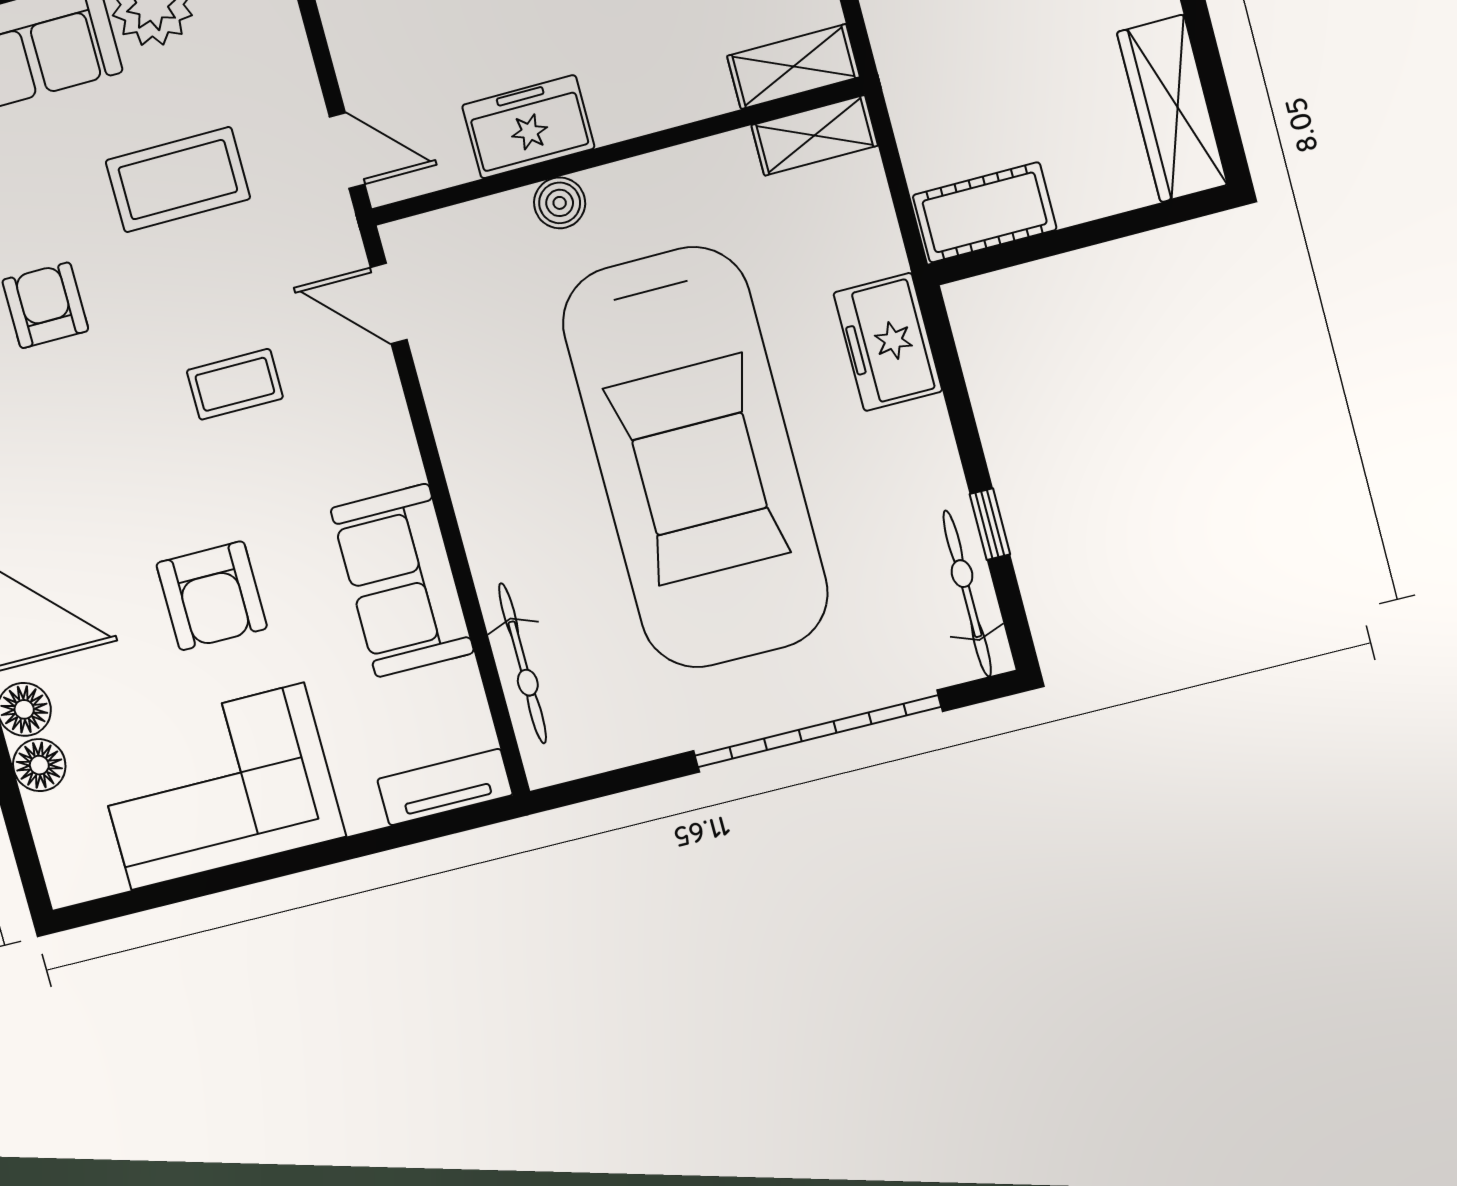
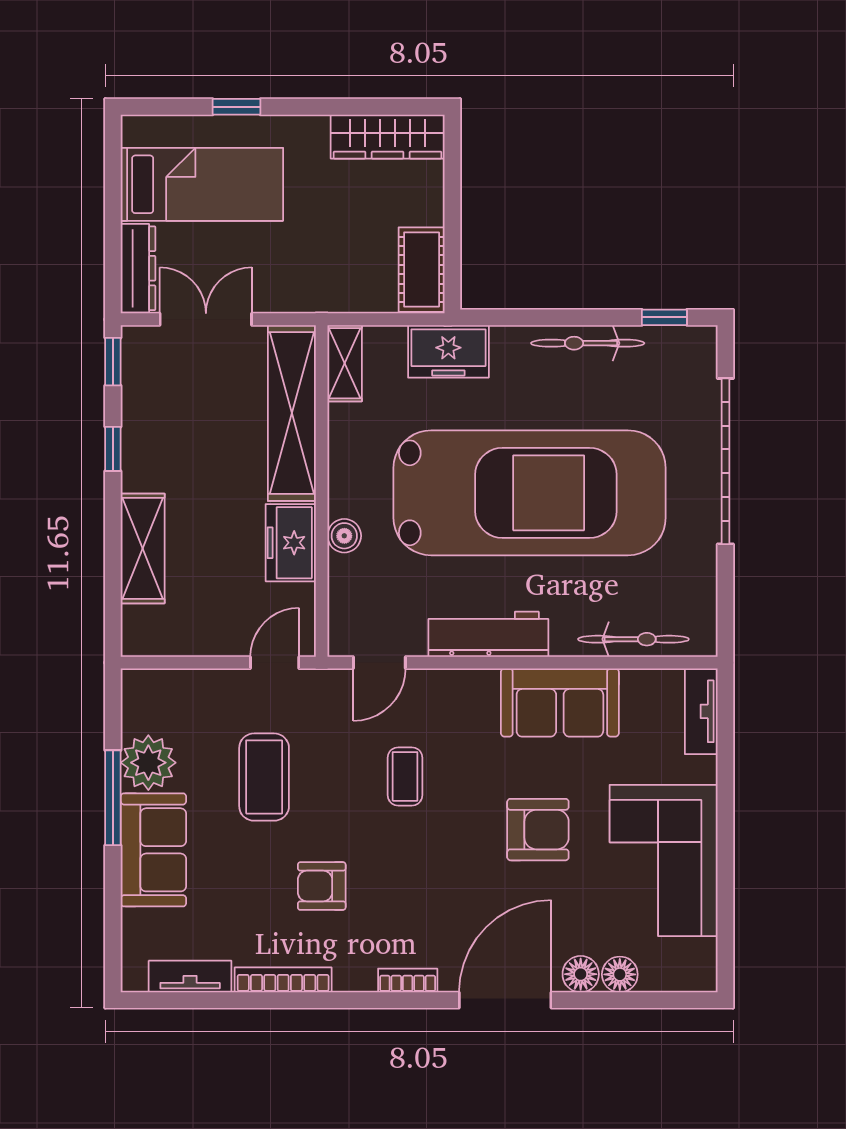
shelving: (793, 67) -> (292, 413), width x2.20, depth x1.33
freezer: (888, 342) -> (448, 351), moved
workbench: (473, 451) -> (488, 634), added
window: (990, 524) -> (664, 317), moved
bicycle: (967, 594) -> (588, 343), moved

